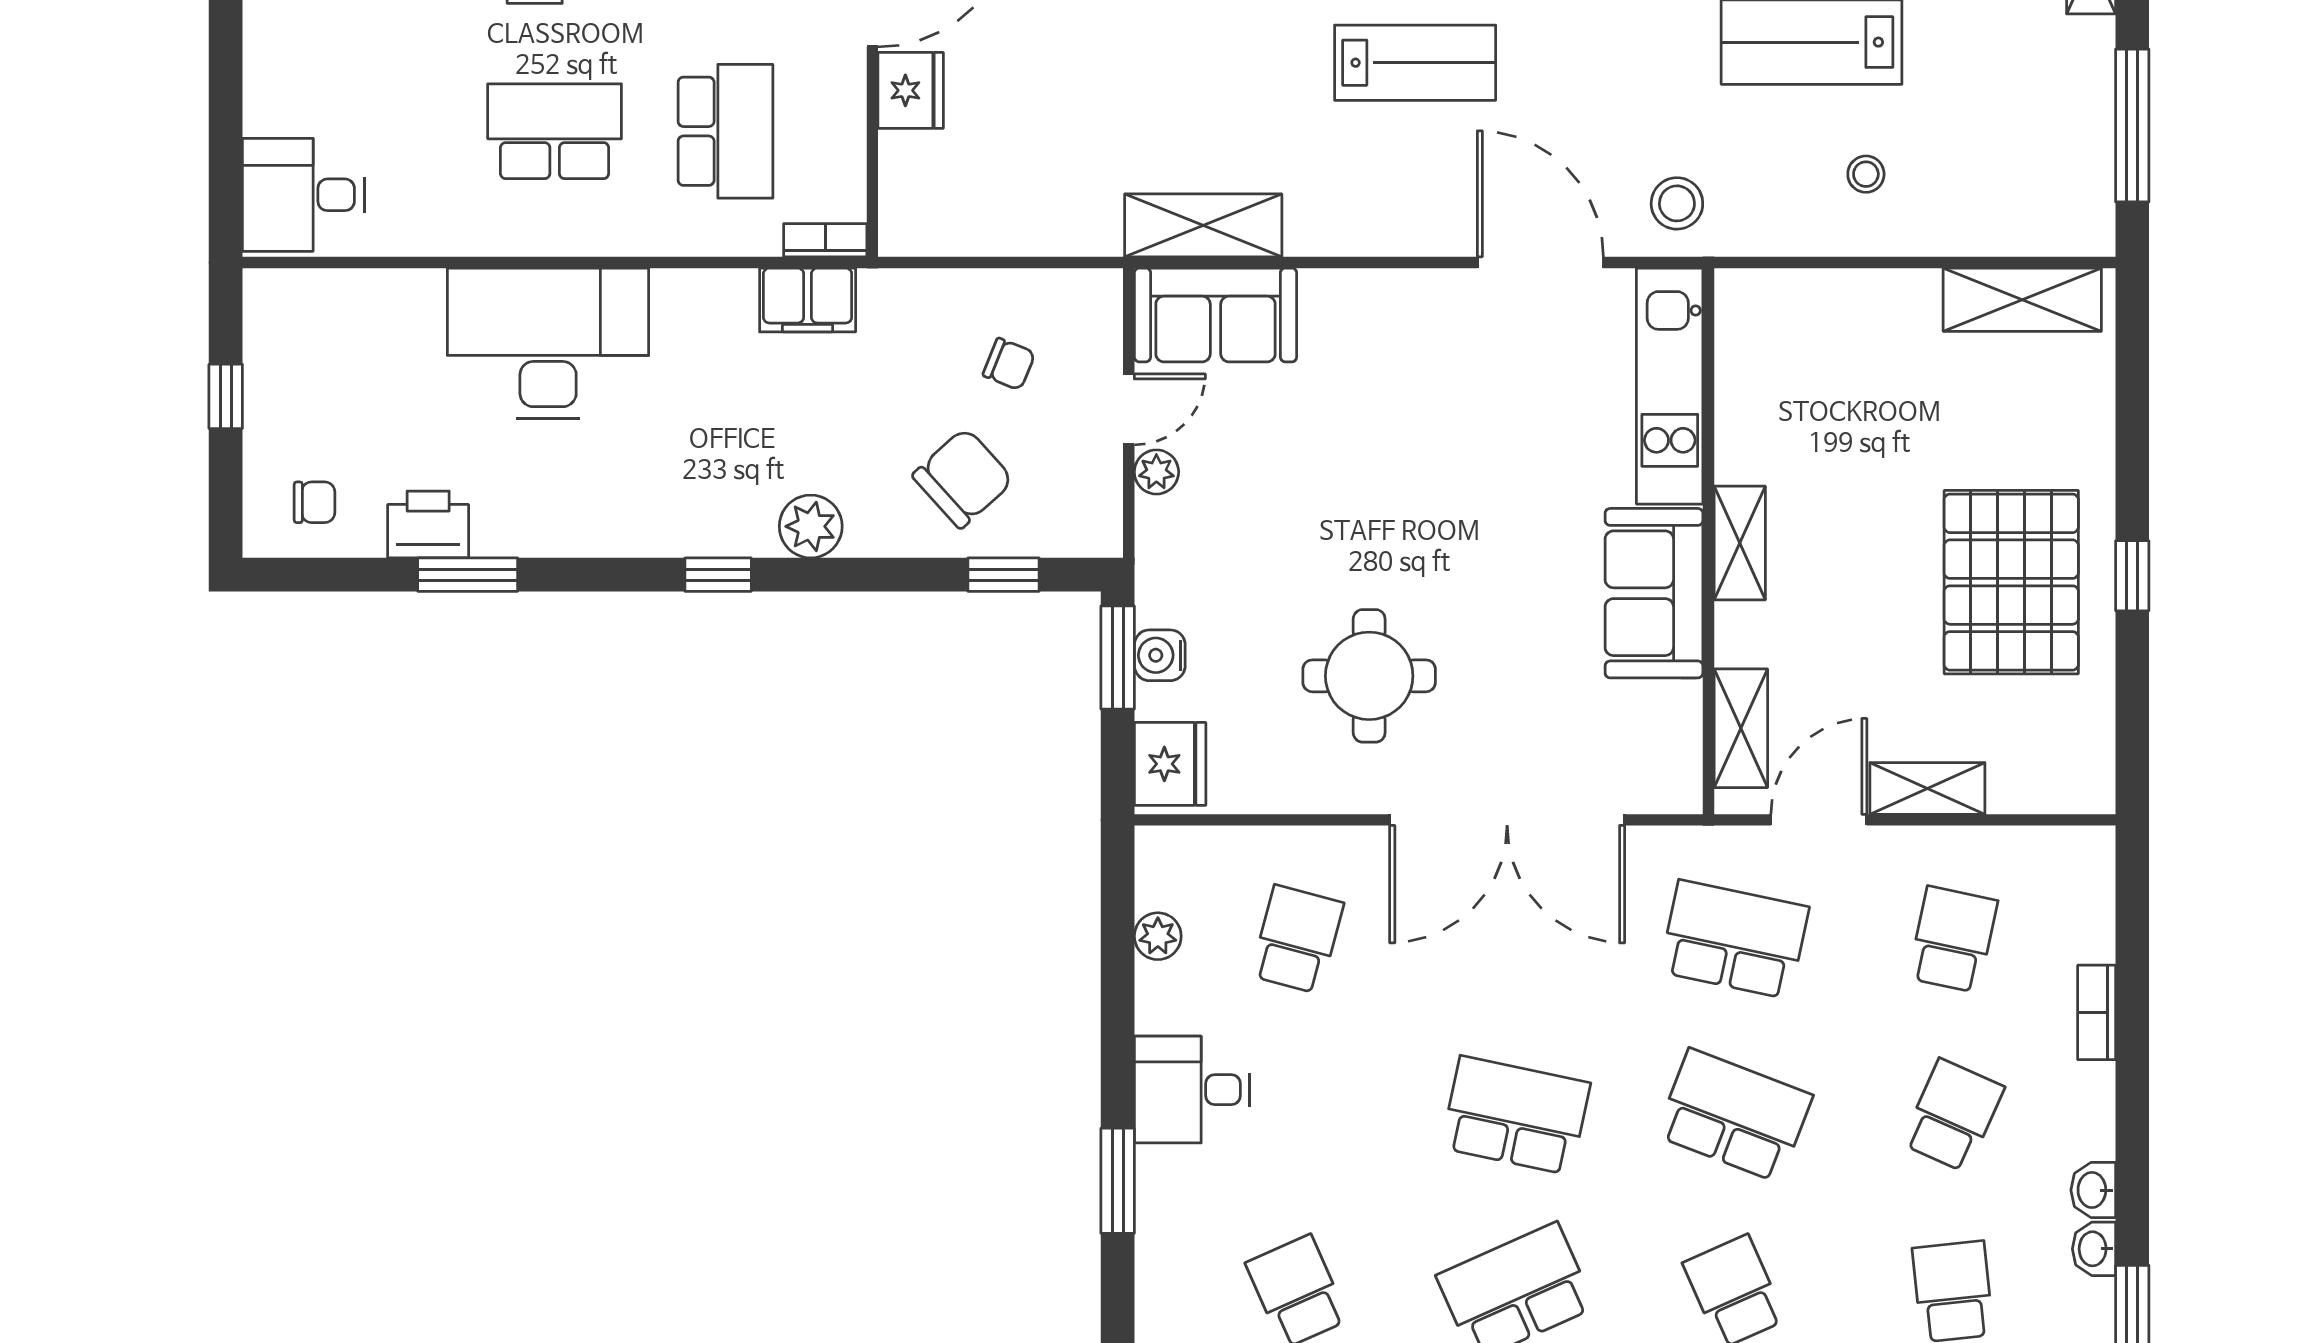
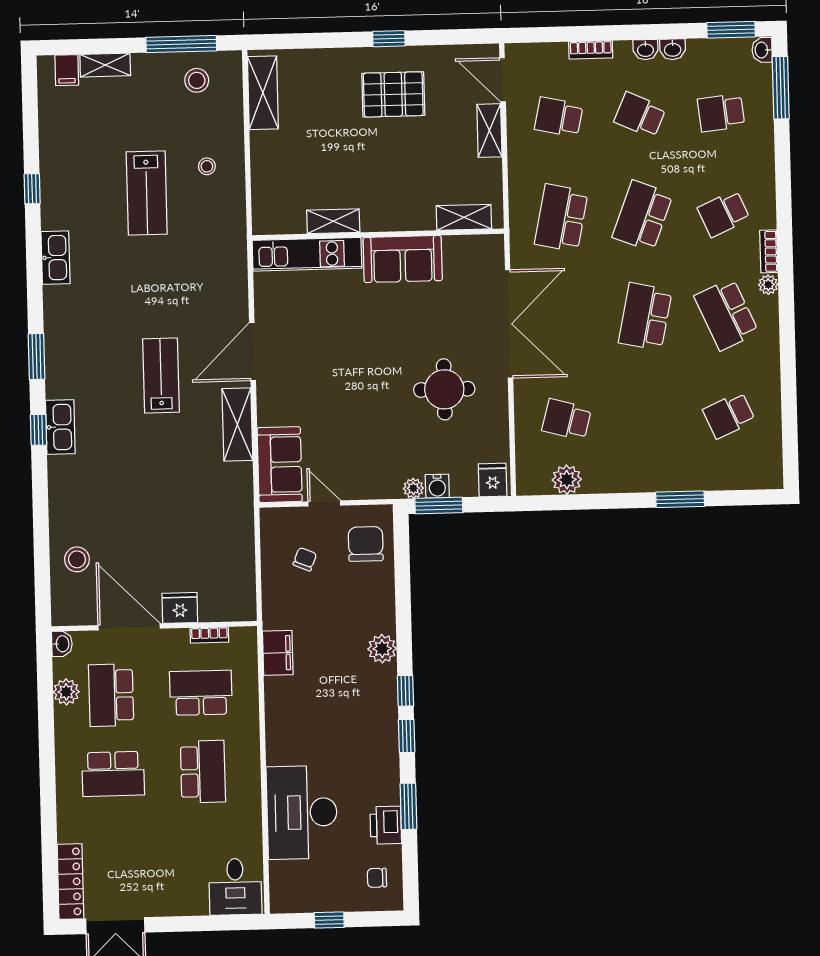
school desk: (555, 131) -> (203, 772), turned 180
stool: (1677, 203) -> (197, 80), moved
shelving: (1203, 225) -> (237, 424), moved
bookcase: (825, 240) -> (209, 635), moved, turned -90
door: (1540, 262) -> (252, 352), moved
desk: (548, 343) -> (302, 812), moved
plant: (1156, 472) -> (413, 488), moved
chair: (963, 478) -> (366, 544), moved, turned 42
chair: (315, 502) -> (377, 878), turned -90
shelving: (1740, 543) -> (333, 221), moved
window: (1003, 575) -> (407, 736), moved
pallet: (2011, 582) -> (393, 94), width x0.73, depth x0.71
fridge: (1170, 764) -> (493, 480), width x0.72
door: (1819, 820) -> (503, 80), moved
plant: (1158, 936) -> (567, 480), width x1.38, depth x1.38
desk: (1192, 1090) -> (637, 466), removed
washbasin: (2094, 1249) -> (645, 50), moved

